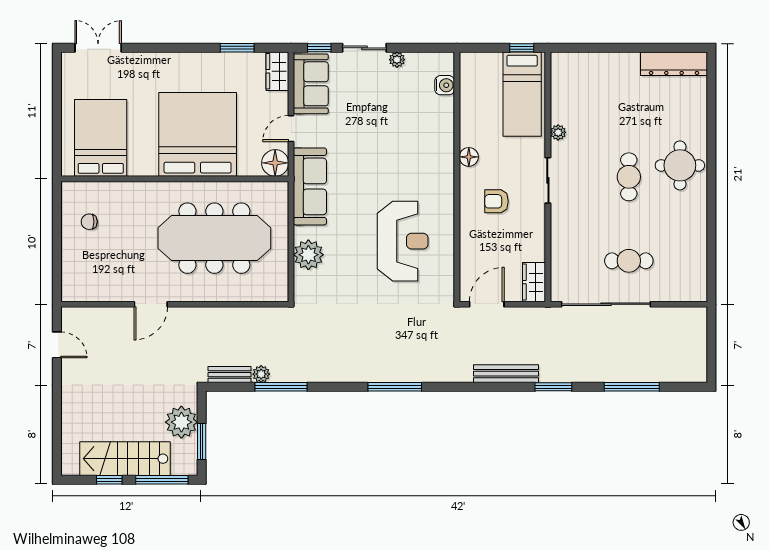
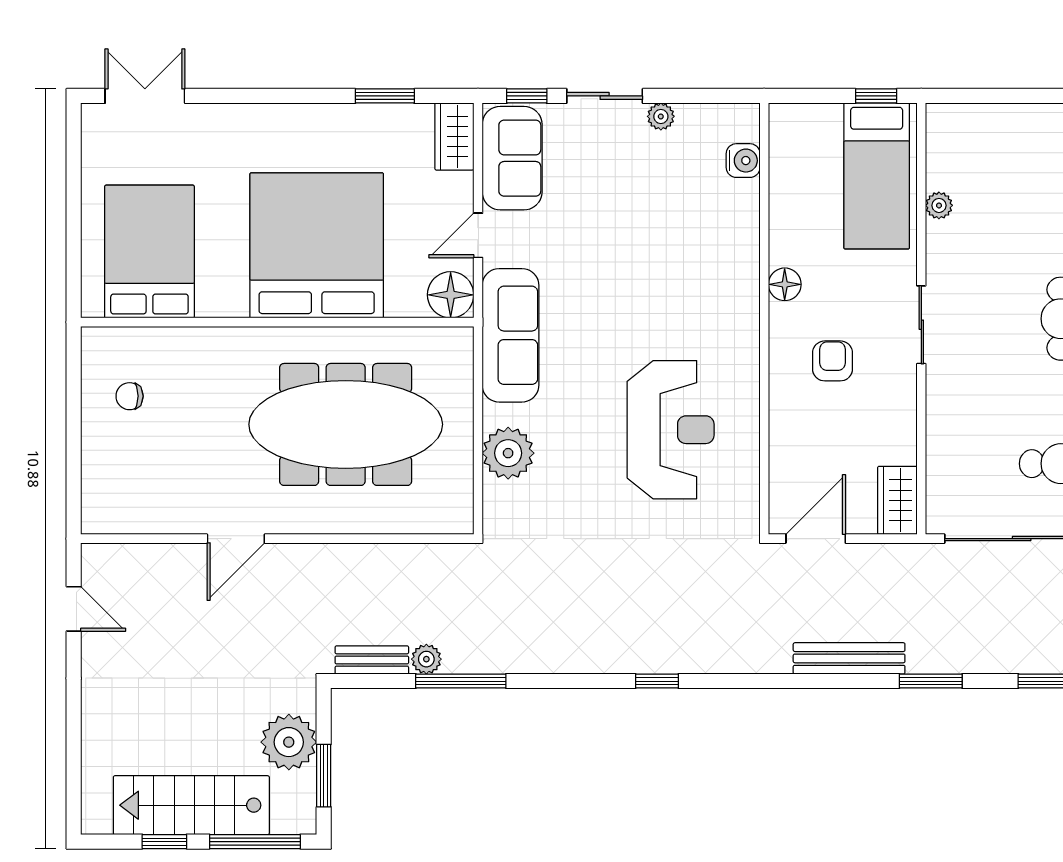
plant: (558, 132) -> (939, 205), moved
armchair: (496, 201) -> (833, 361), turned 90
window: (395, 387) -> (657, 681), width x0.46

